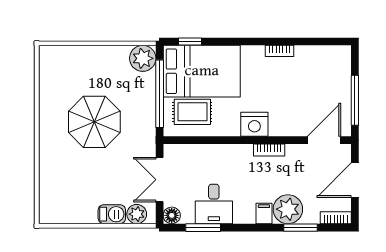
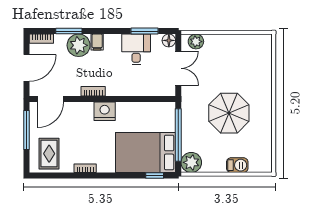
rug: (192, 112) -> (49, 154), moved, turned 90
barbecue: (112, 214) -> (237, 165), moved, turned 180

